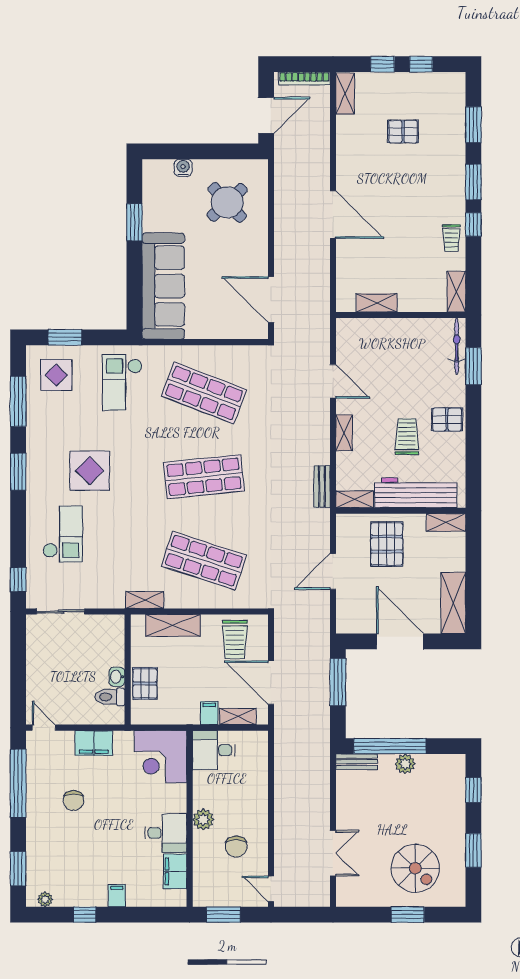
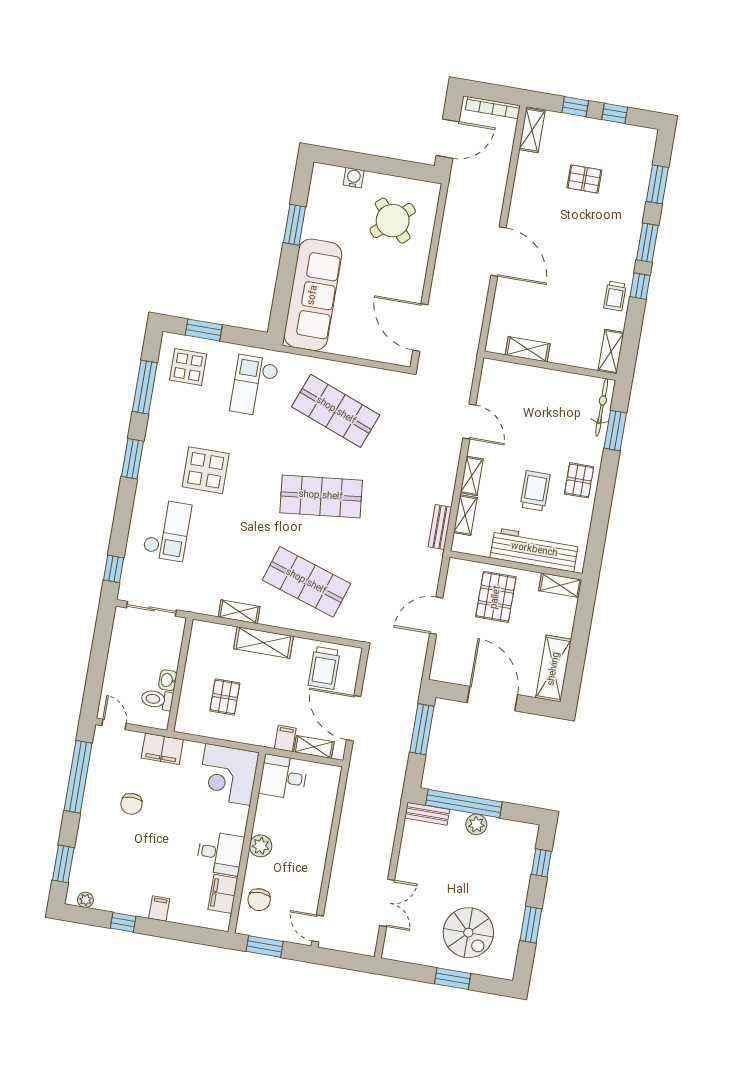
pallet: (447, 419) -> (579, 480), turned 90
shelving: (355, 499) -> (465, 515), moved, turned 90
wall: (128, 670) -> (180, 675), moved
washbasin: (117, 677) -> (168, 680), moved
toilet: (110, 697) -> (157, 700), moved
chair: (236, 847) -> (259, 900), moved

